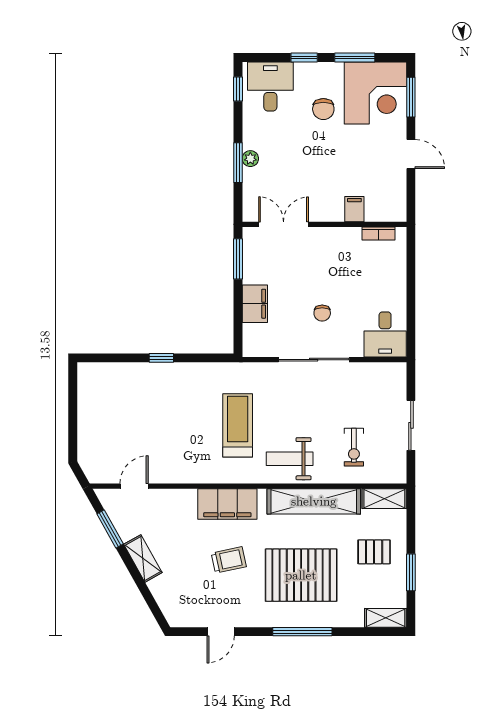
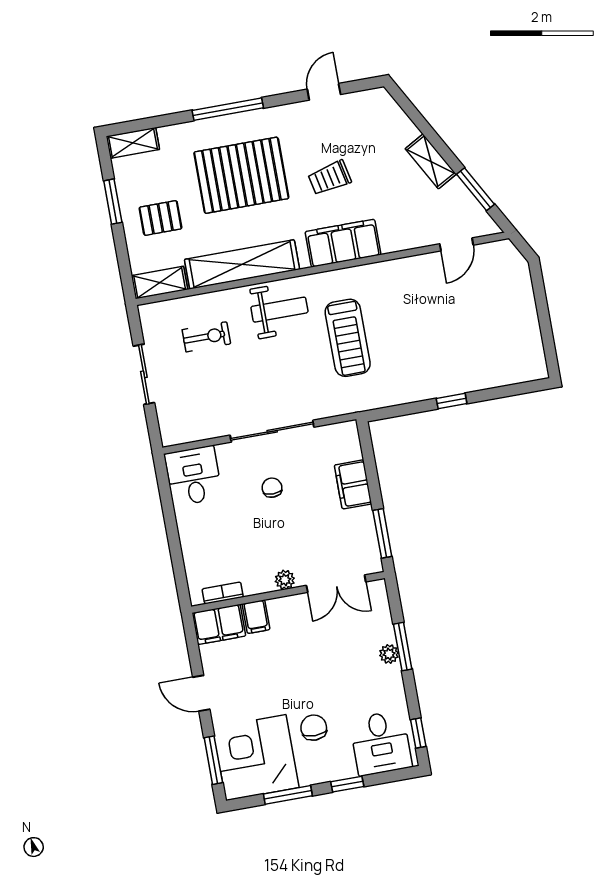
filing cabinet: (386, 208) -> (219, 624), added
plant: (325, 235) -> (285, 580), added
exercise bike: (354, 447) -> (206, 337), turned 90

